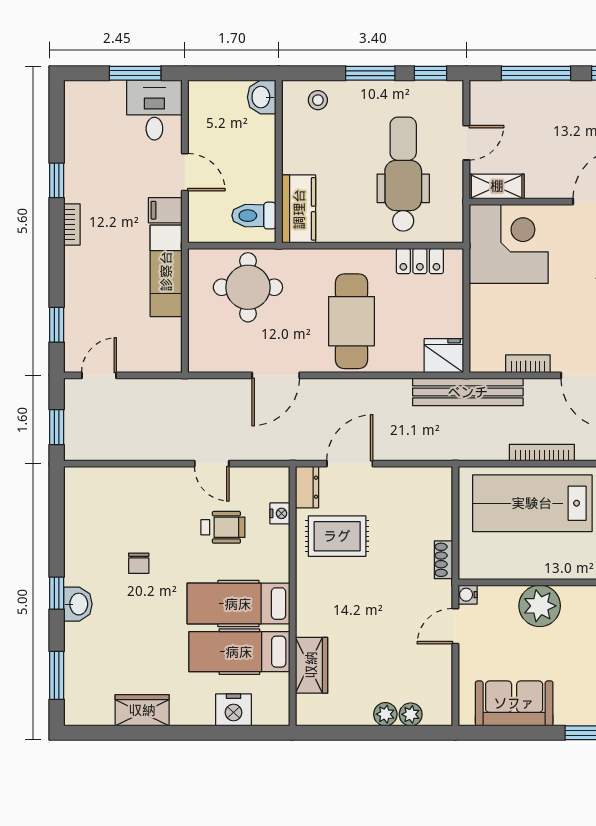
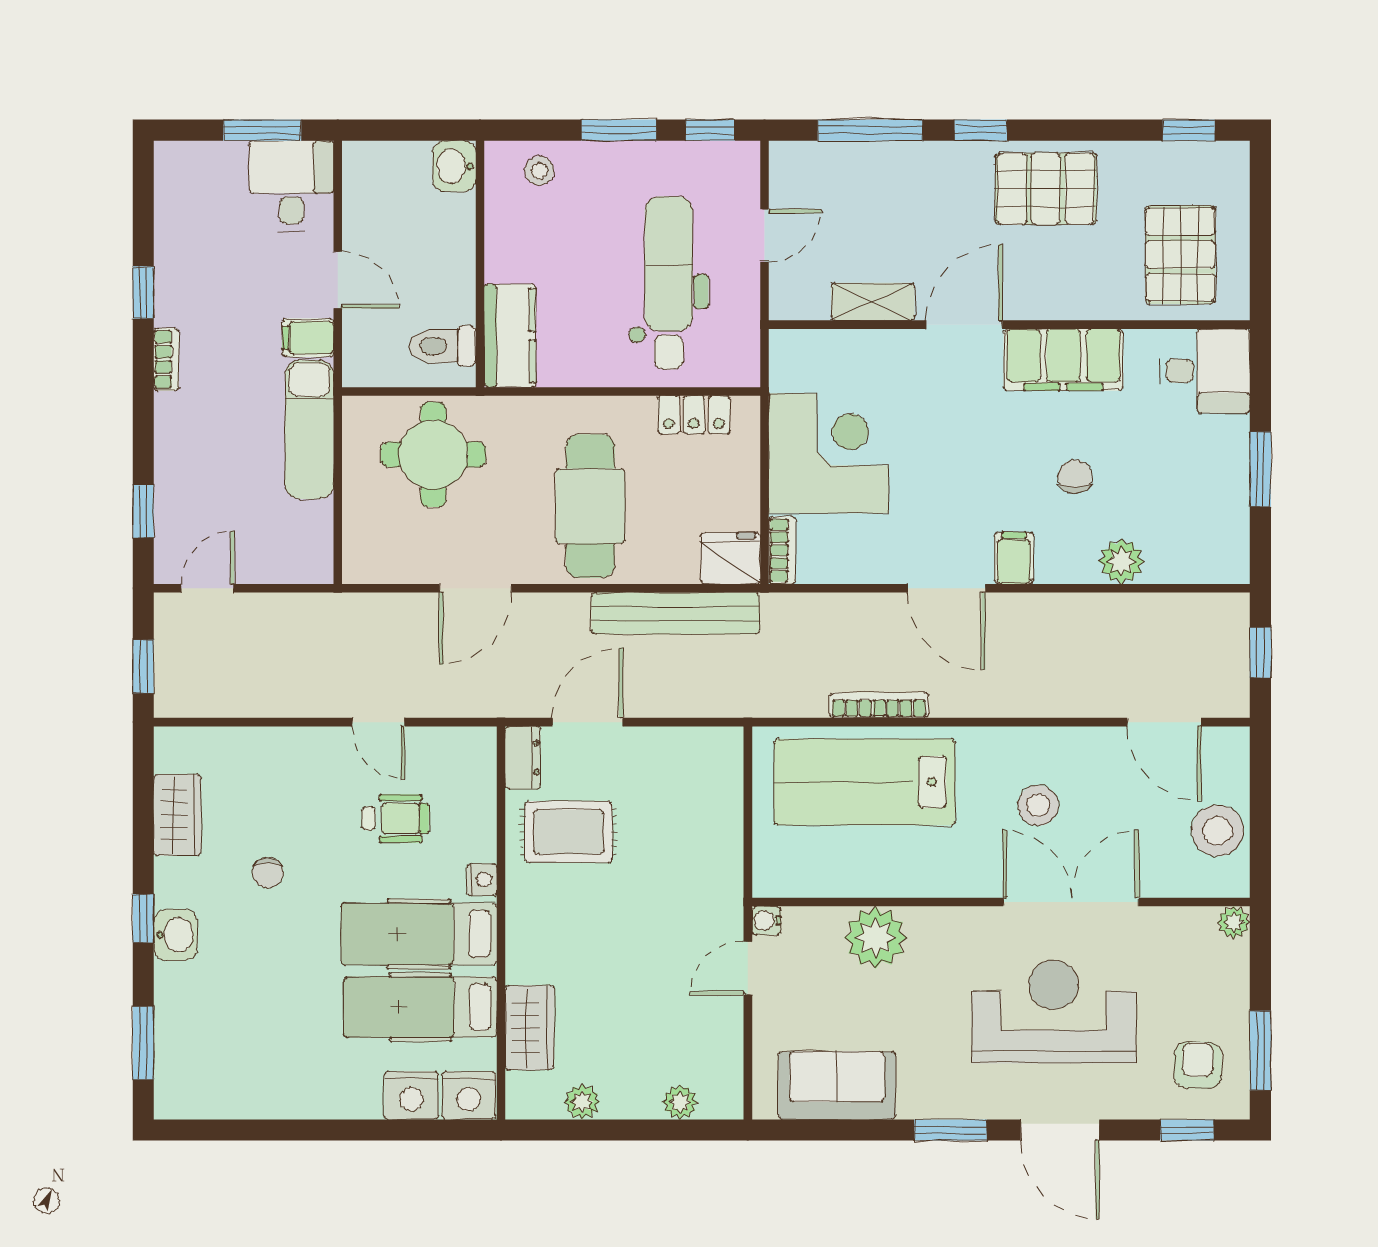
shelving: (497, 186) -> (873, 302), moved
corner desk: (509, 244) -> (829, 453), moved
bookcase: (528, 364) -> (782, 550), moved, turned 90
bench: (468, 392) -> (675, 613), moved
nightstand: (280, 513) -> (482, 880), moved
shoe rack: (443, 560) -> (730, 868), removed
wardrobe: (142, 710) -> (177, 815), moved, turned 90
nightstand: (271, 710) -> (469, 1095), added
plant: (385, 714) -> (582, 1102), moved

